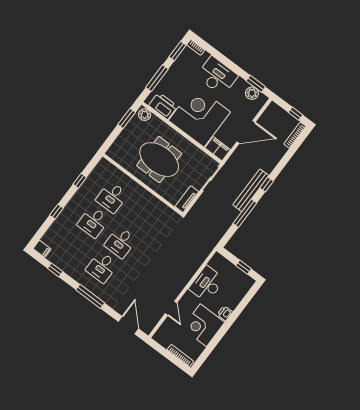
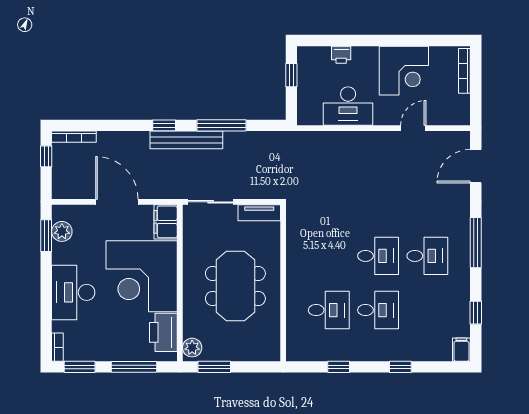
printer: (225, 313) -> (341, 55), moved

